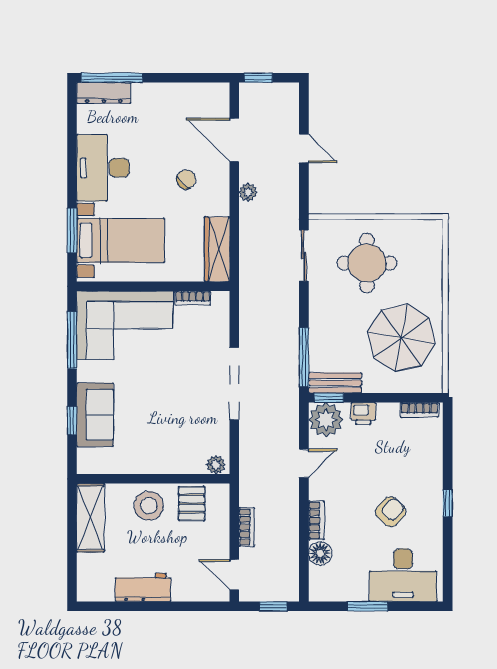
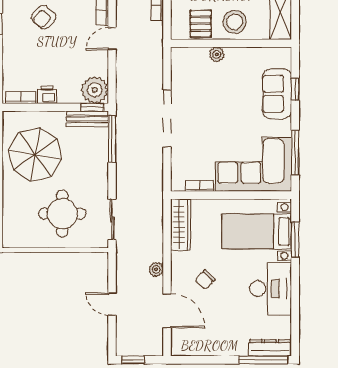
window: (258, 78) -> (133, 360), moved
printer: (363, 413) -> (47, 95), moved
door: (304, 463) -> (112, 39), moved
plant: (216, 465) -> (217, 54), moved

